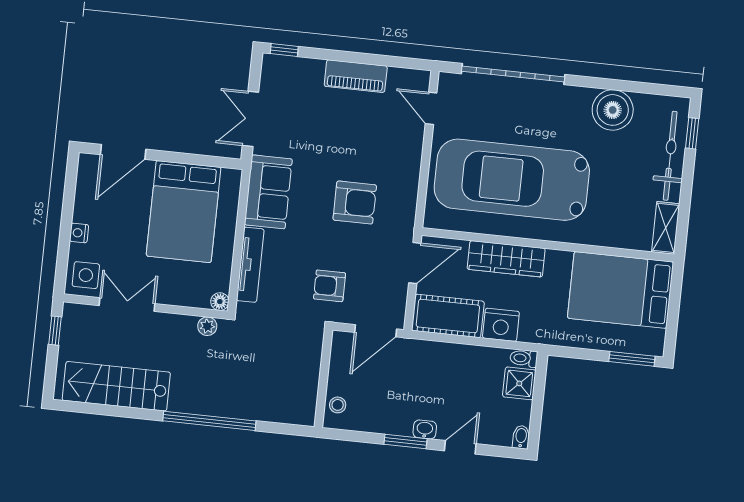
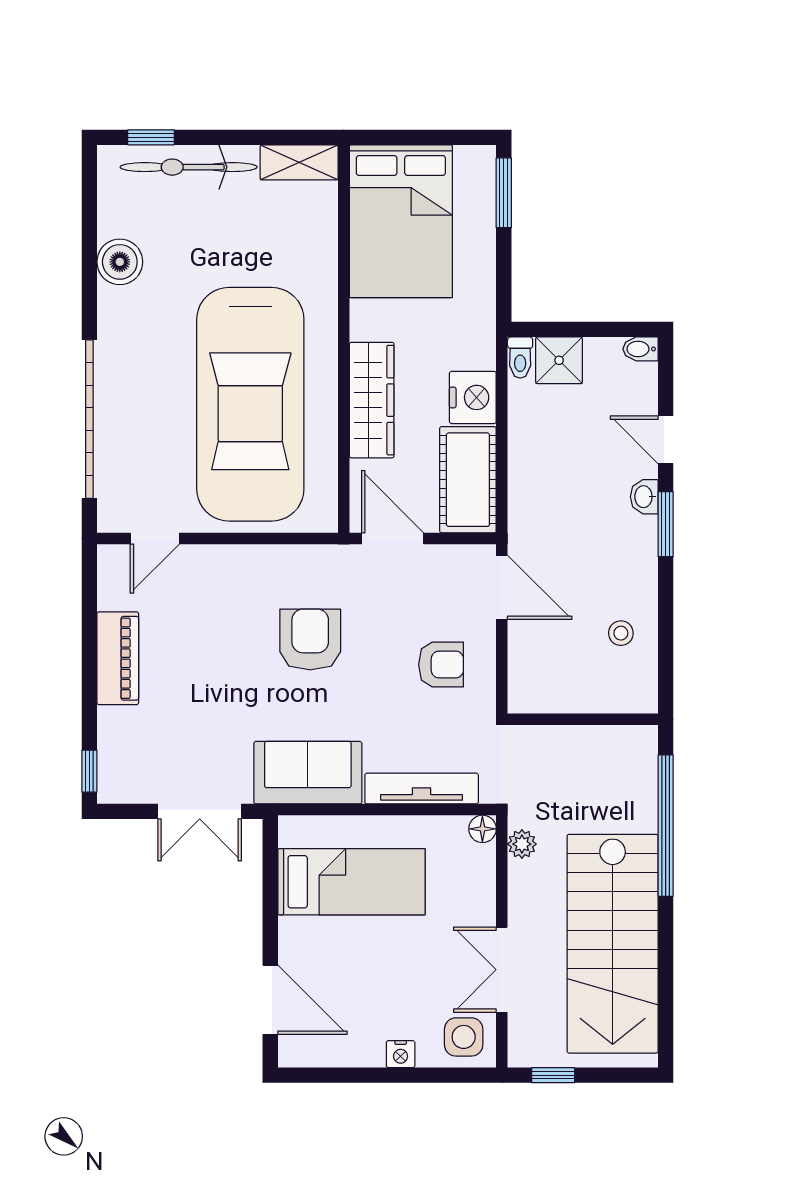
boiler: (613, 110) -> (120, 262), width x0.73, depth x0.73
bed: (184, 212) -> (351, 882), width x0.67
armchair: (330, 286) -> (441, 665), turned -90
wall: (323, 378) -> (583, 719), moved
stairs: (116, 386) -> (613, 944), width x1.36, depth x1.51

